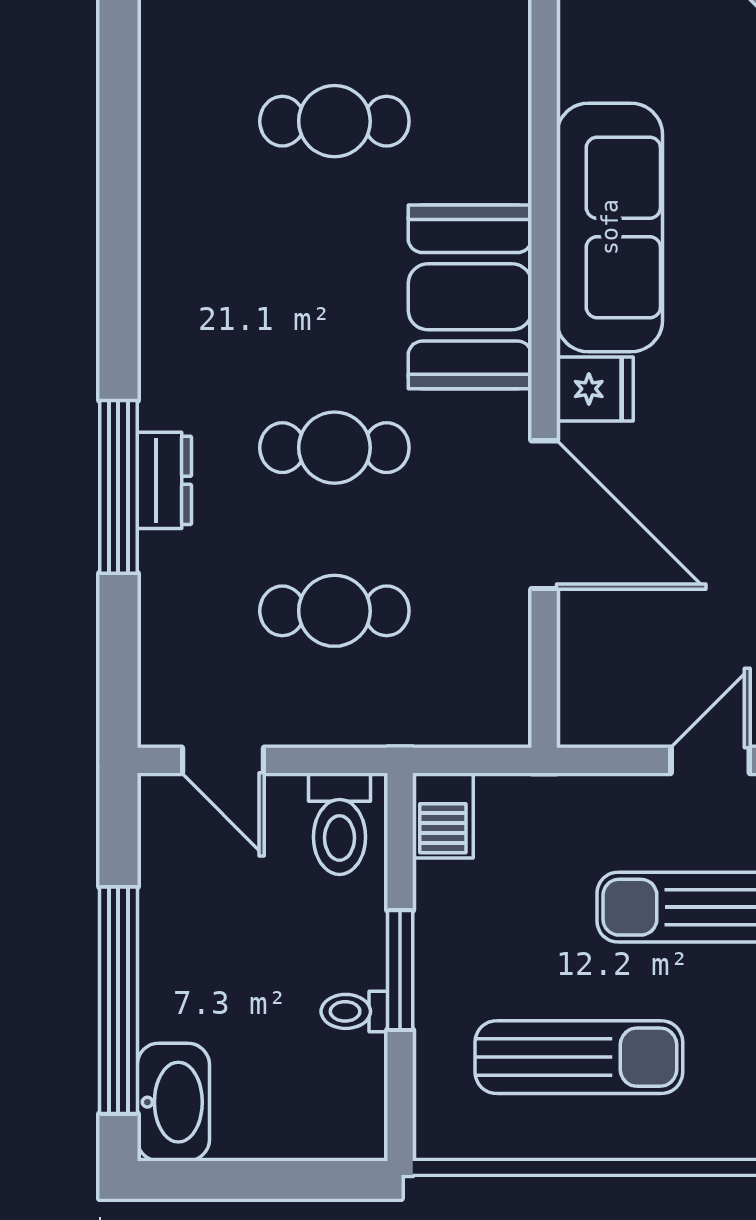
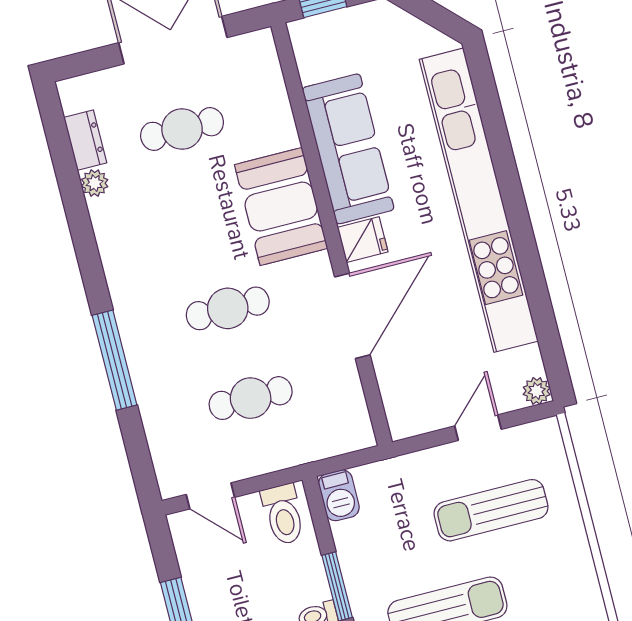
plant: (162, 176) -> (95, 183), added
dresser: (164, 480) -> (85, 140), moved
door: (544, 515) -> (352, 316), hinge flipped

